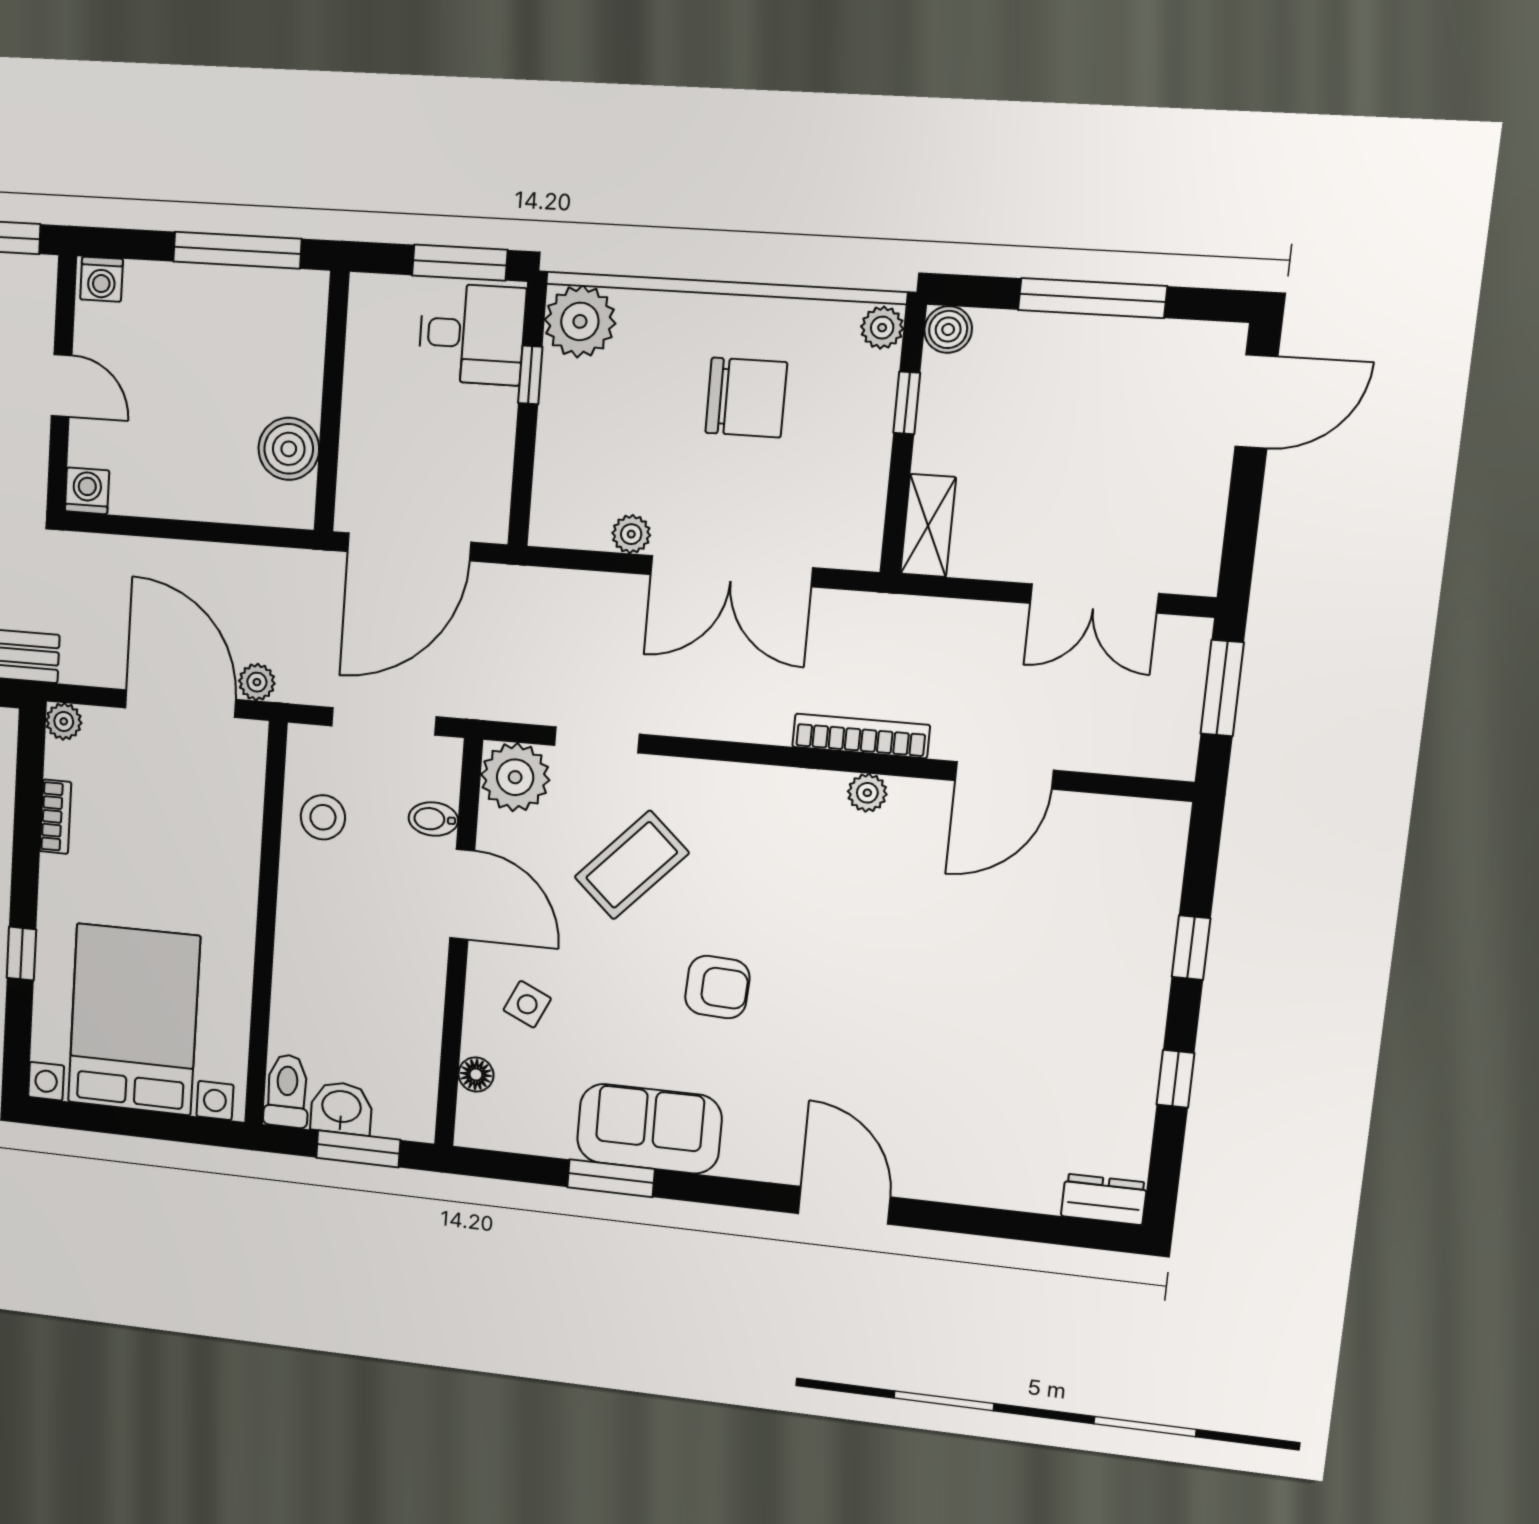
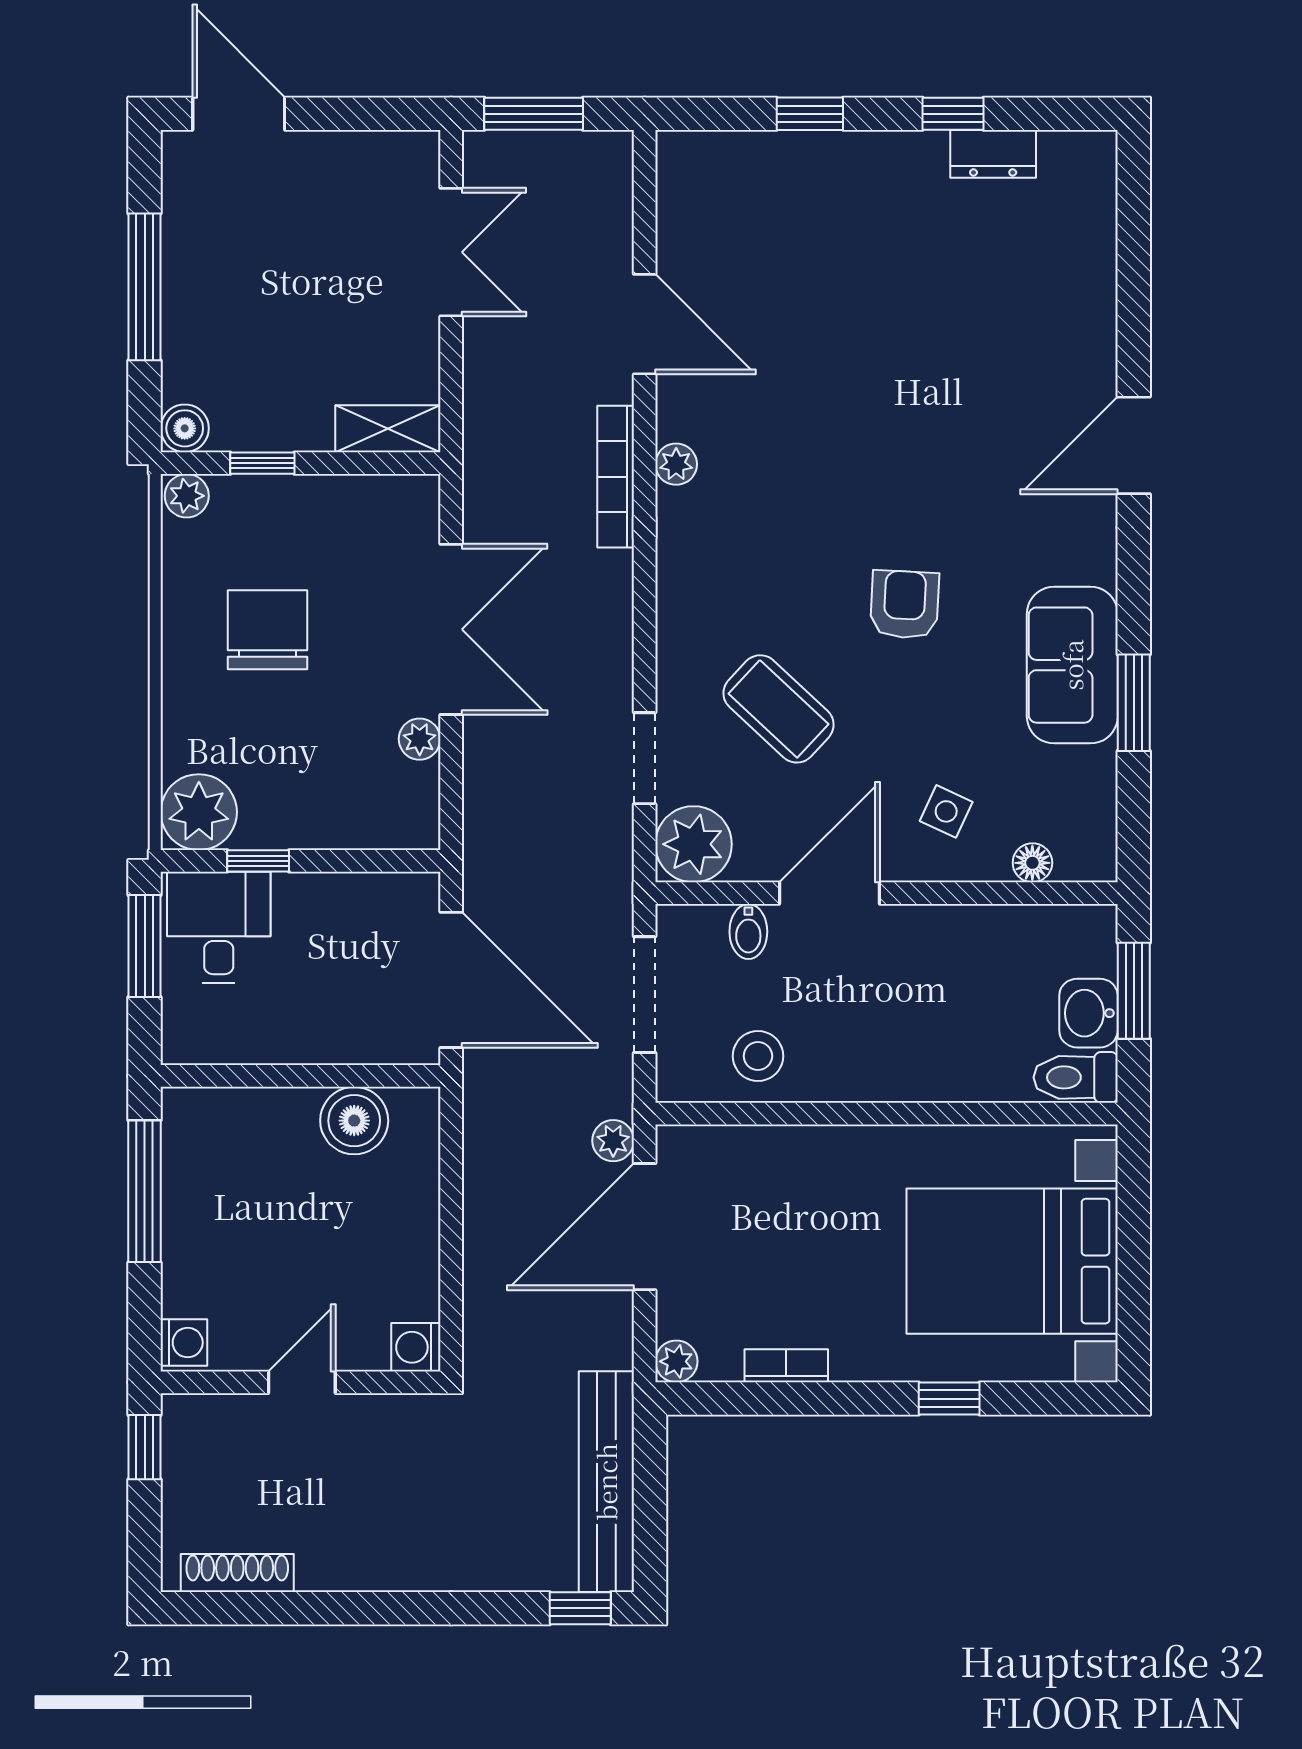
dresser: (1104, 1199) -> (993, 154), moved, turned -90

